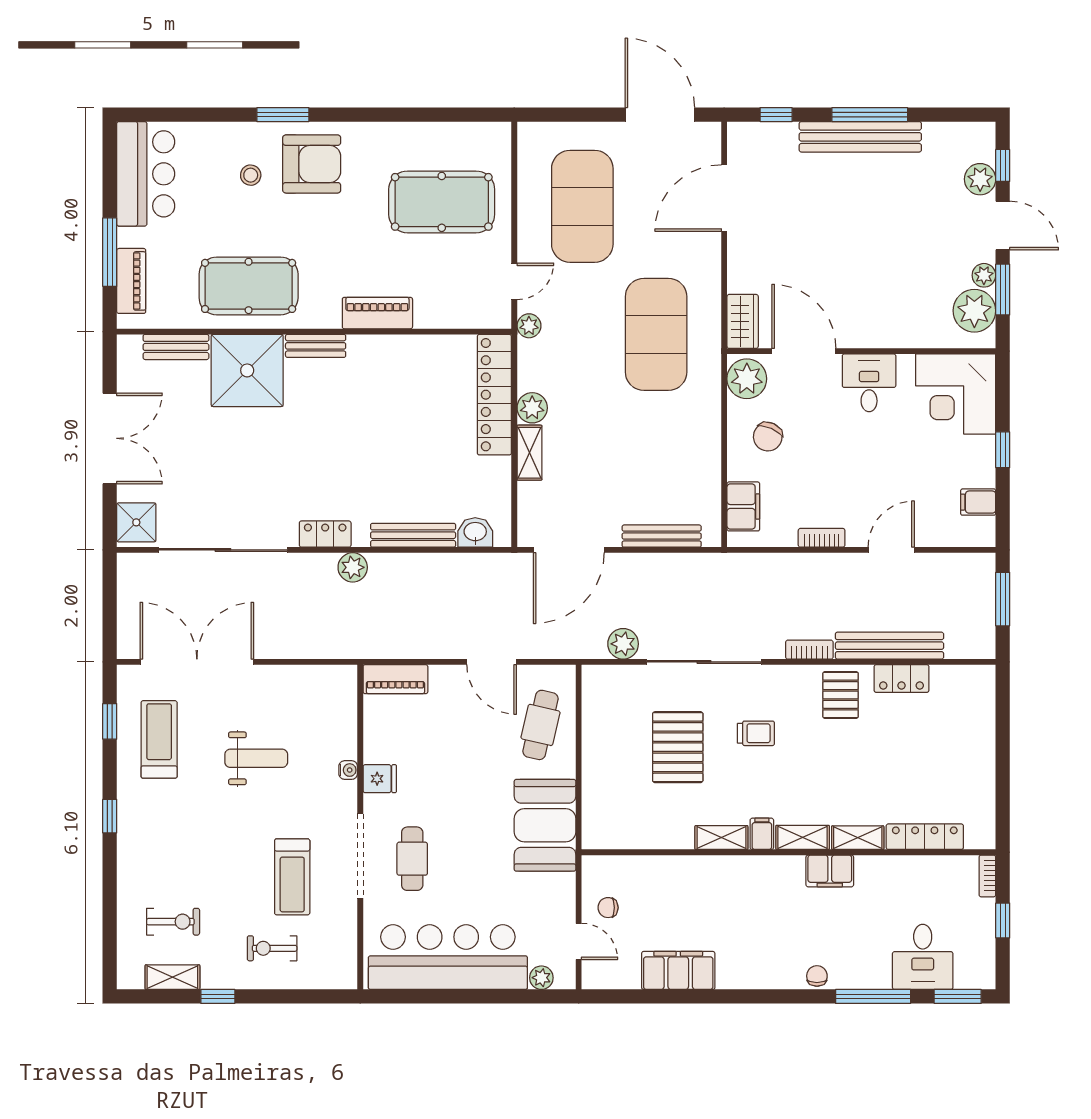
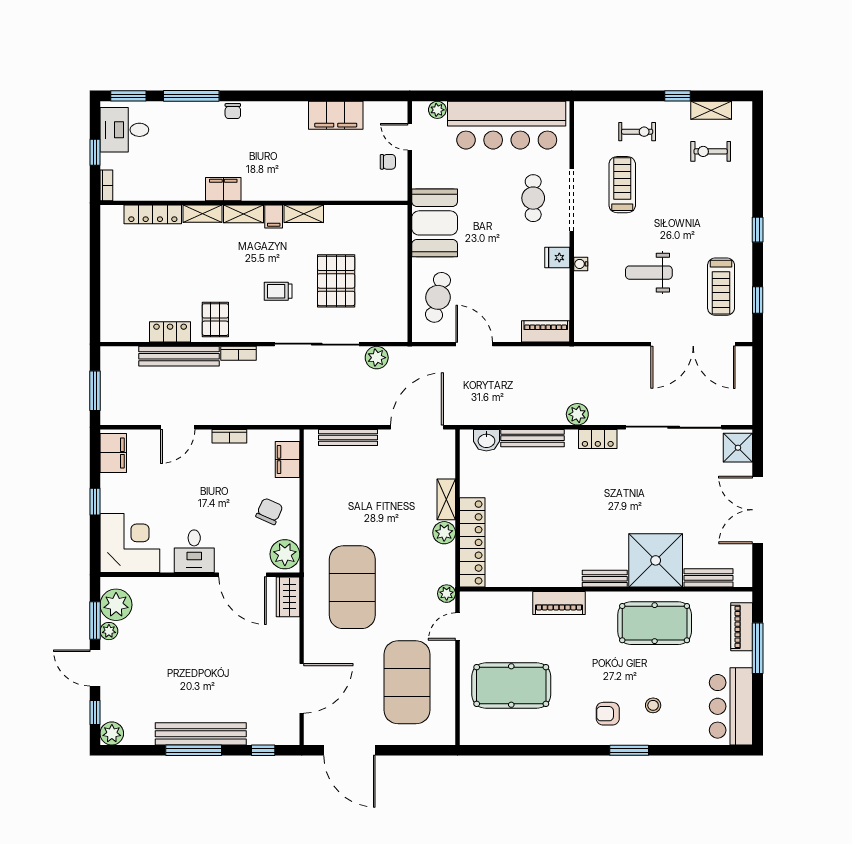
armchair: (312, 164) -> (608, 714), width x0.53, depth x0.53
plant: (980, 179) -> (112, 733), moved
filing cabinet: (978, 502) -> (113, 453), width x2.00
desk: (923, 957) -> (124, 130), moved, turned -90

